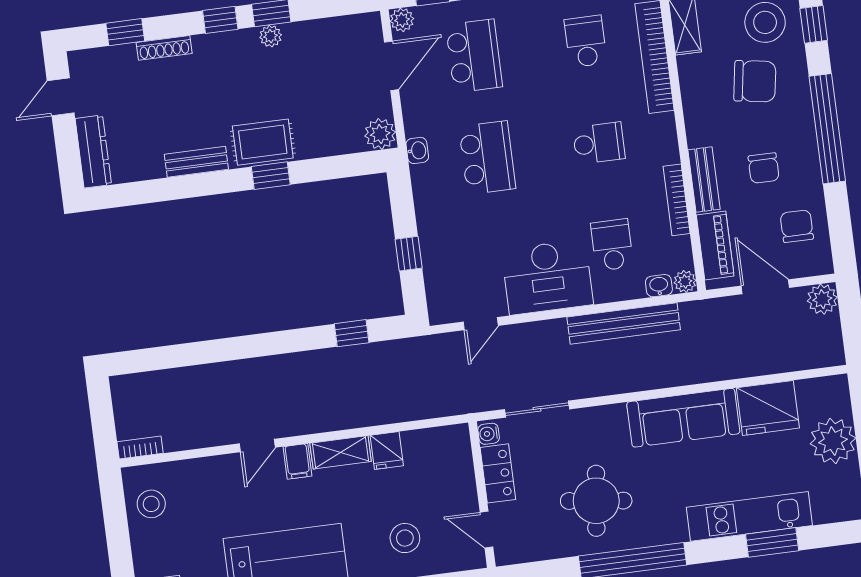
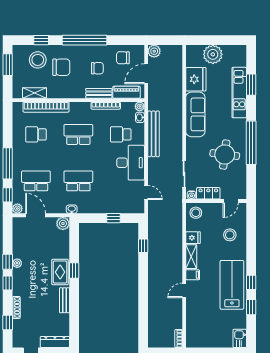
chair: (755, 81) -> (61, 67), turned 81
school desk: (599, 143) -> (78, 134), width x1.85
door: (257, 446) -> (184, 290), swing flipped
stool: (151, 504) -> (196, 213), moved

